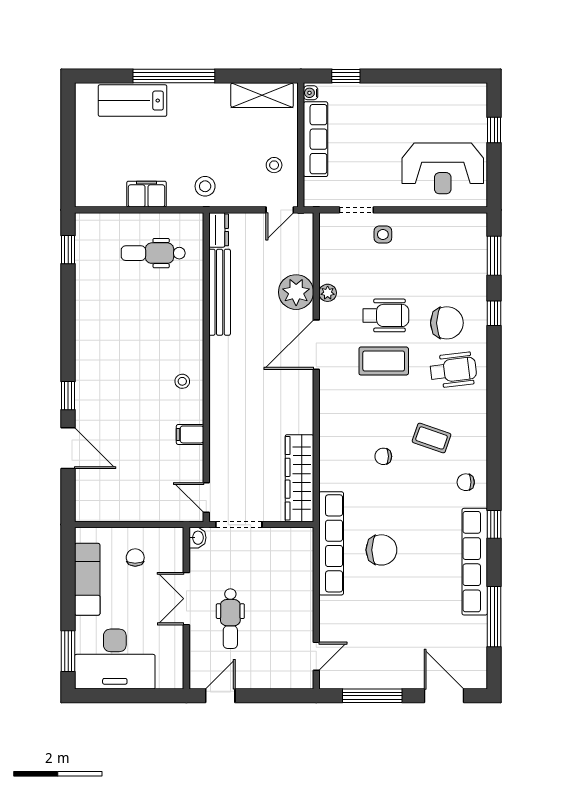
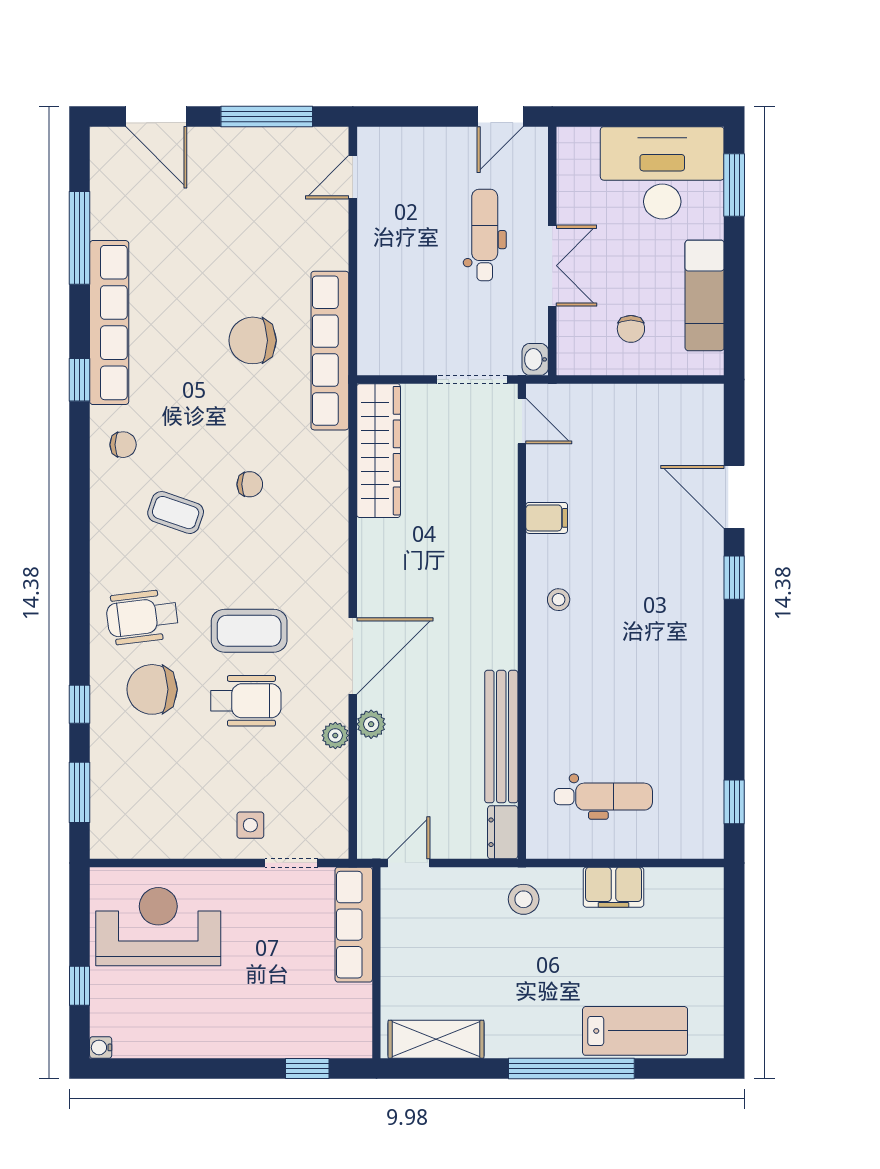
water cooler: (311, 93) -> (101, 1047), moved, turned 180
row of seats: (316, 139) -> (354, 925), moved
stool: (274, 165) -> (418, 932), removed
plant: (296, 292) -> (371, 724), width x0.53, depth x0.53
wheelchair: (386, 315) -> (246, 701), turned 180

